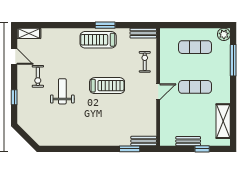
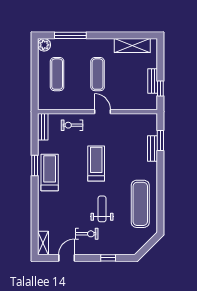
treadmill: (98, 40) -> (50, 173), turned 180
weight bench: (62, 91) -> (102, 209), turned 90
exercise mat: (67, 129) -> (140, 204), added
bench: (144, 141) -> (152, 149), moved
window: (202, 149) -> (160, 89), moved

